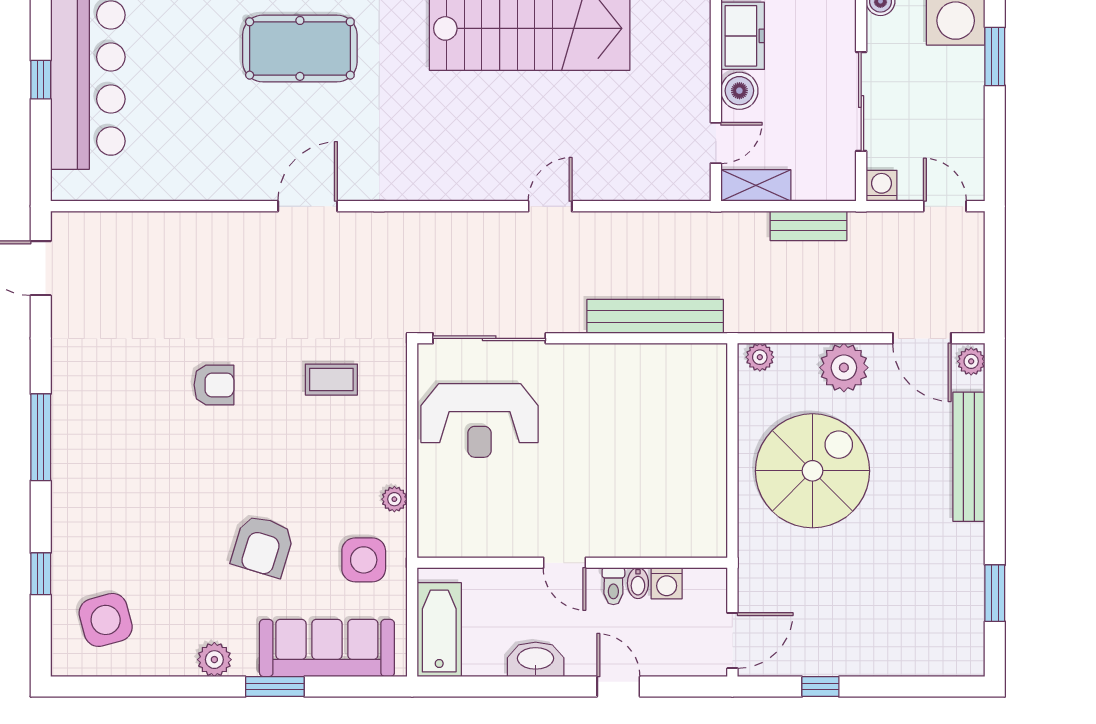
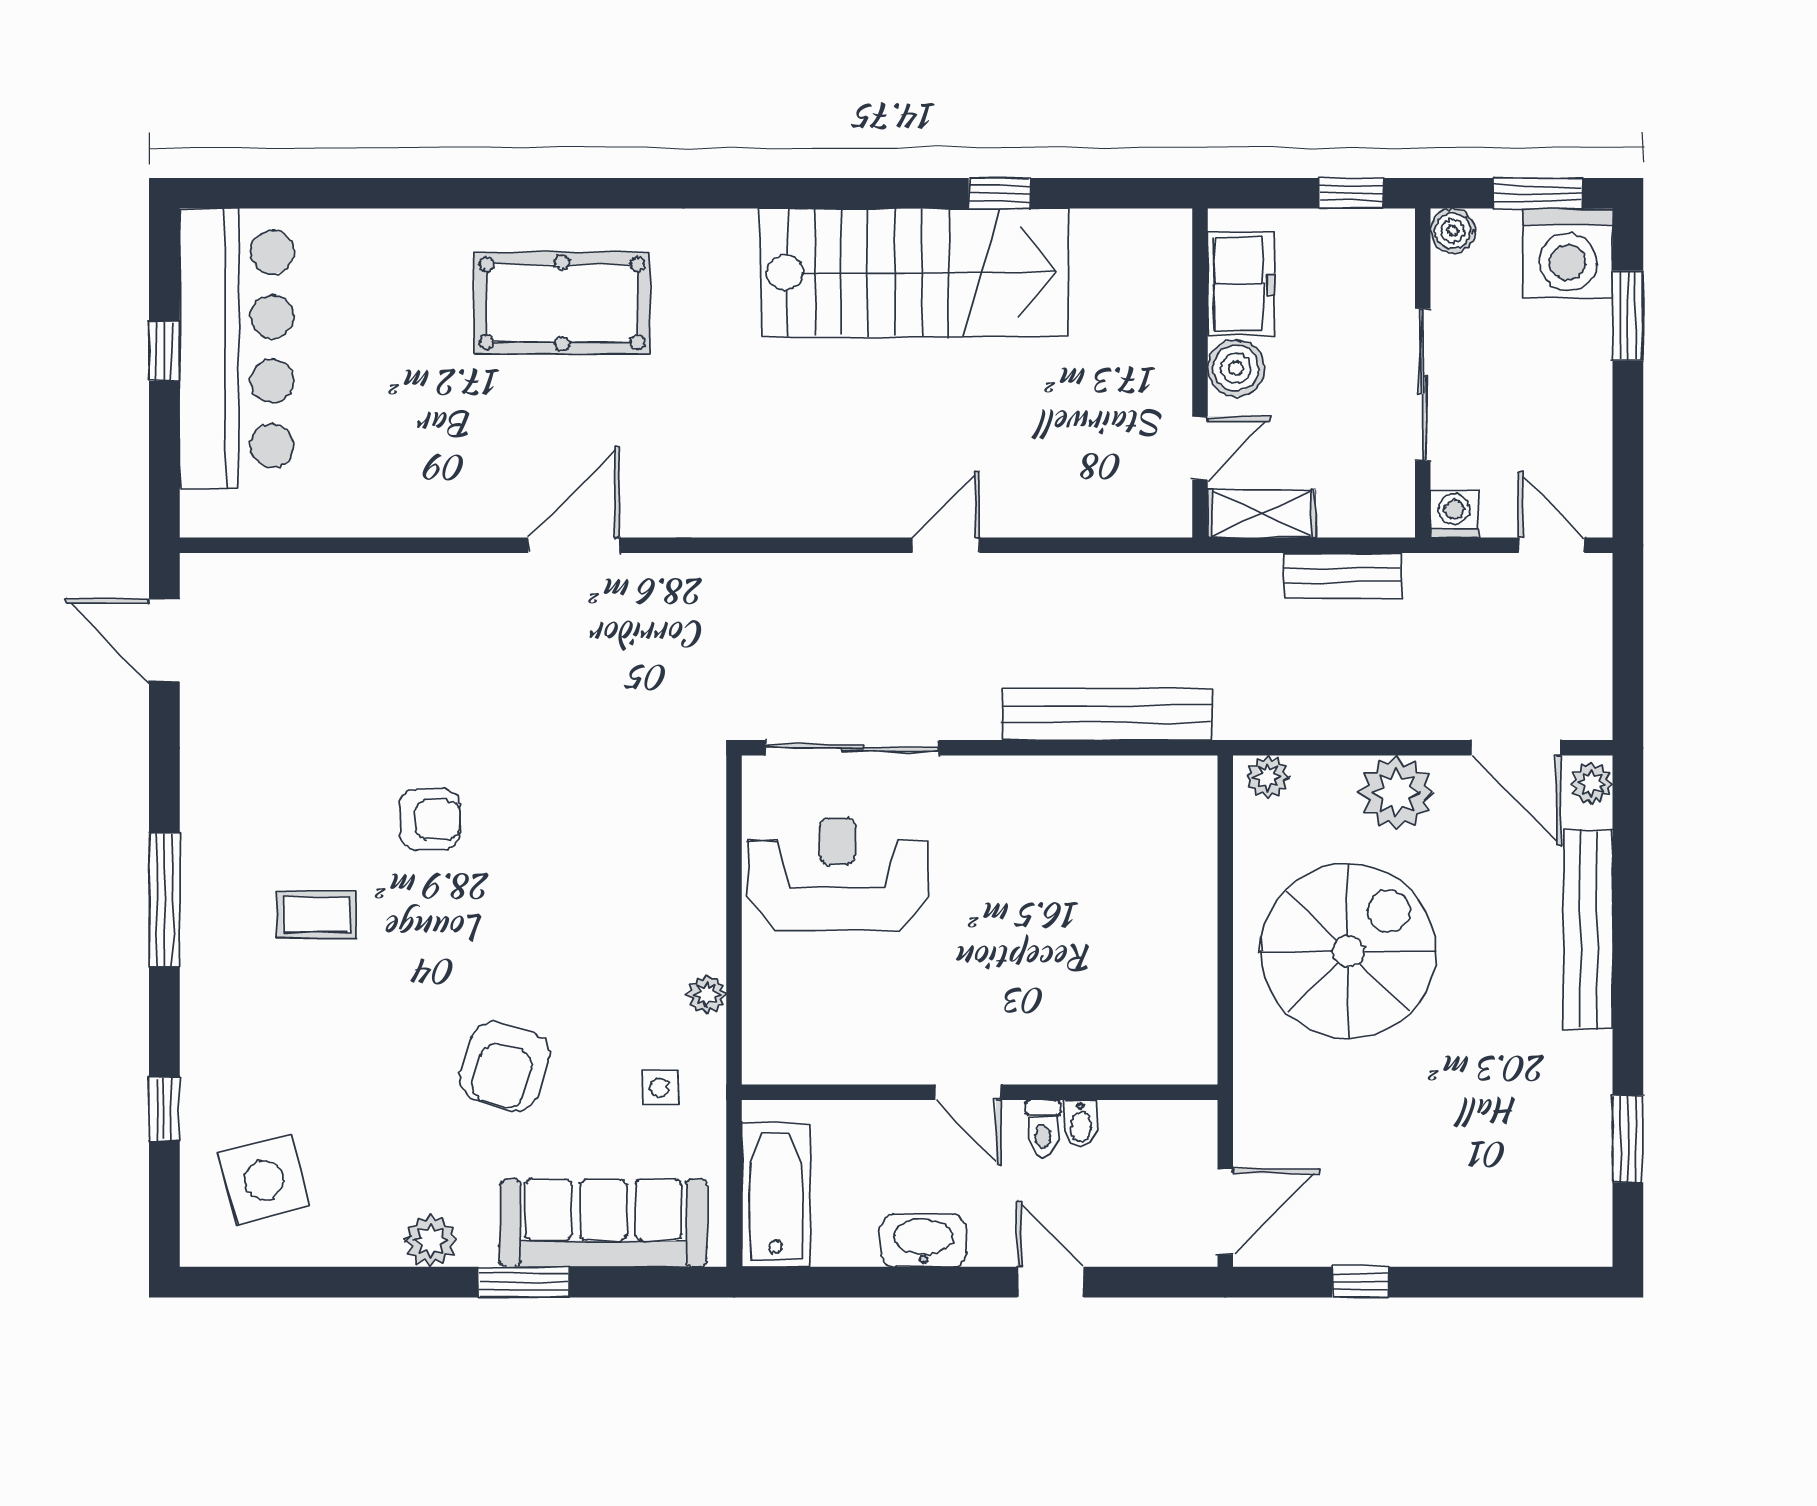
coffee table: (331, 380) -> (316, 915), moved
reception desk: (480, 420) -> (838, 874), turned 180
side table: (364, 560) -> (660, 1088), width x0.54, depth x0.54
washing machine: (667, 583) -> (1125, 1124), removed

